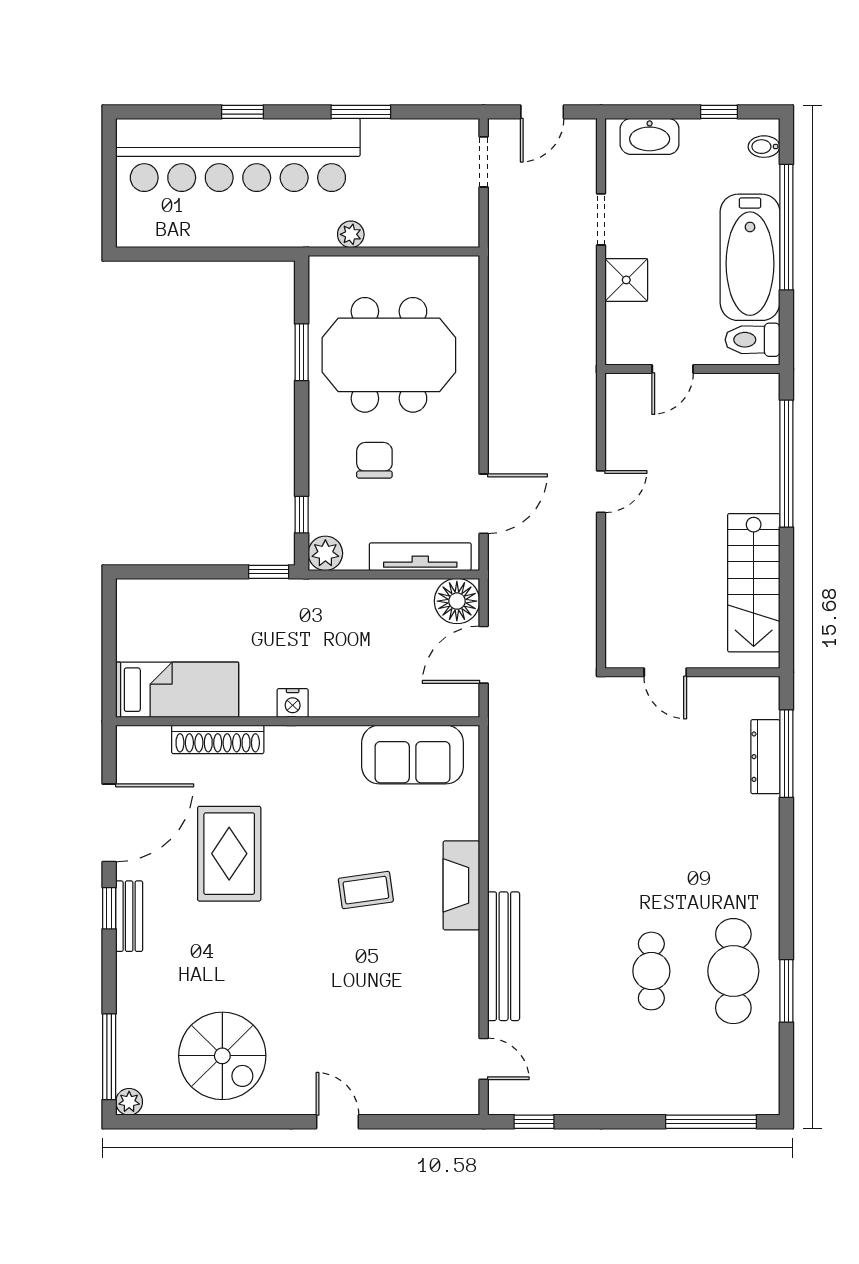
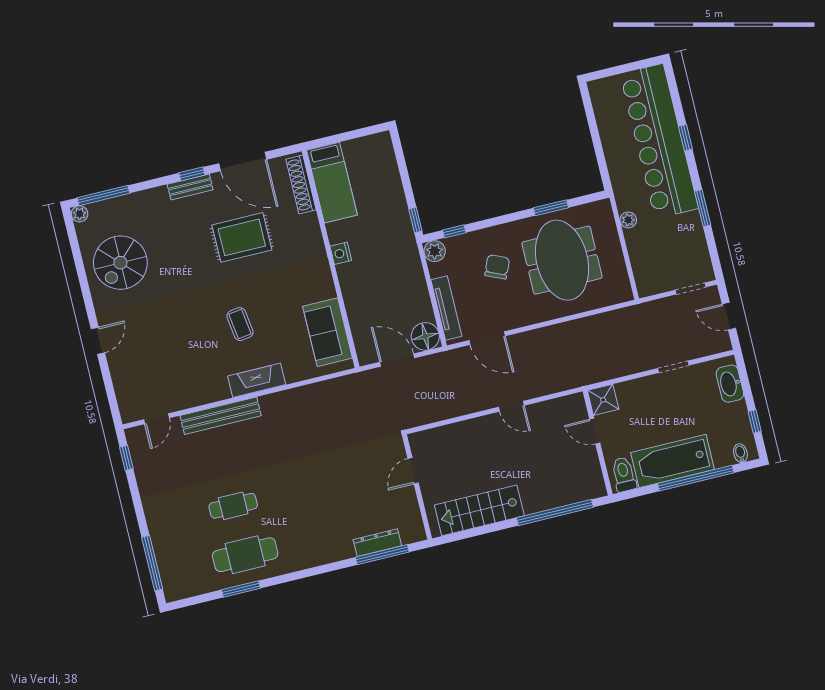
shower: (626, 280) -> (603, 400), moved
chair: (374, 460) -> (497, 267), turned -66
shoe rack: (218, 739) -> (301, 184), moved

